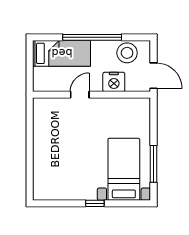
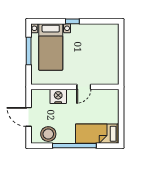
nightstand: (114, 82) -> (58, 96), moved
door: (80, 95) -> (84, 87), moved
wall: (92, 95) -> (75, 87), moved

